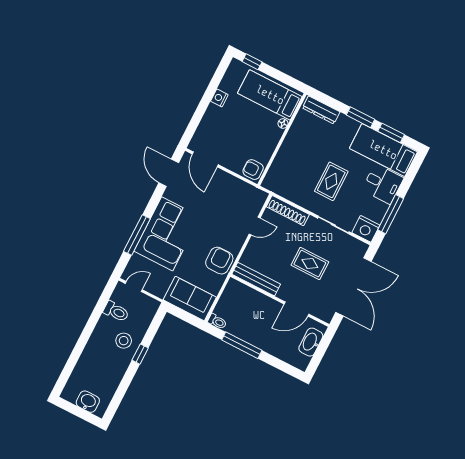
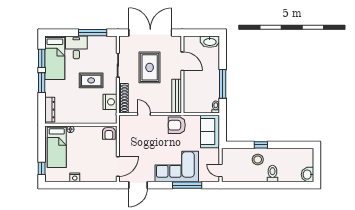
nightstand: (366, 229) -> (110, 102), moved
rug: (310, 263) -> (150, 67), width x1.36, depth x1.43
toilet: (116, 312) -> (272, 174), moved
washbasin: (311, 342) -> (210, 42), moved
washbasin: (88, 402) -> (308, 175), moved

